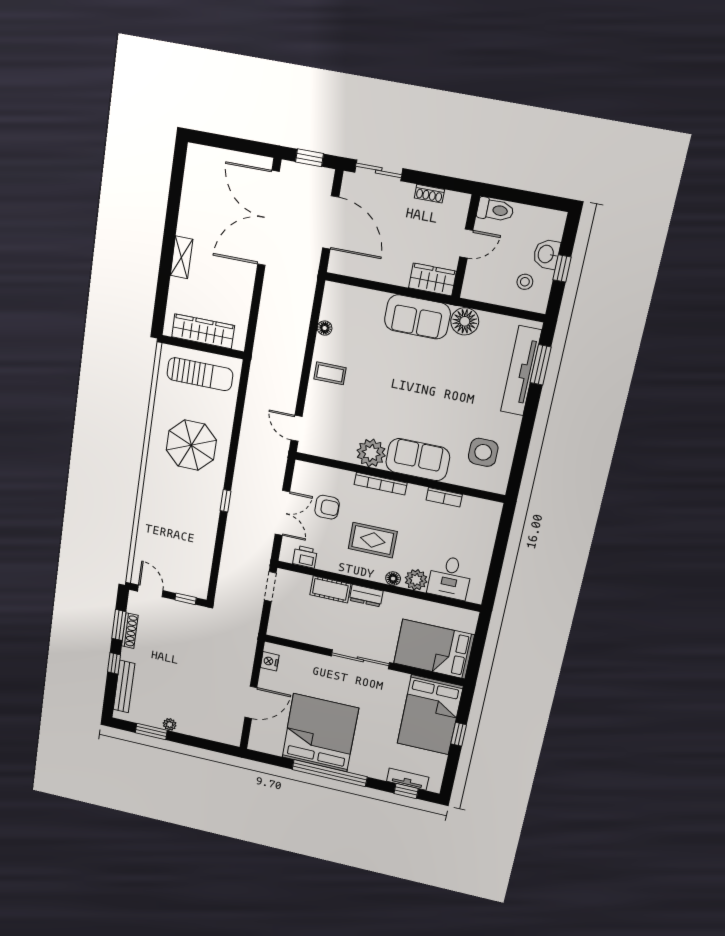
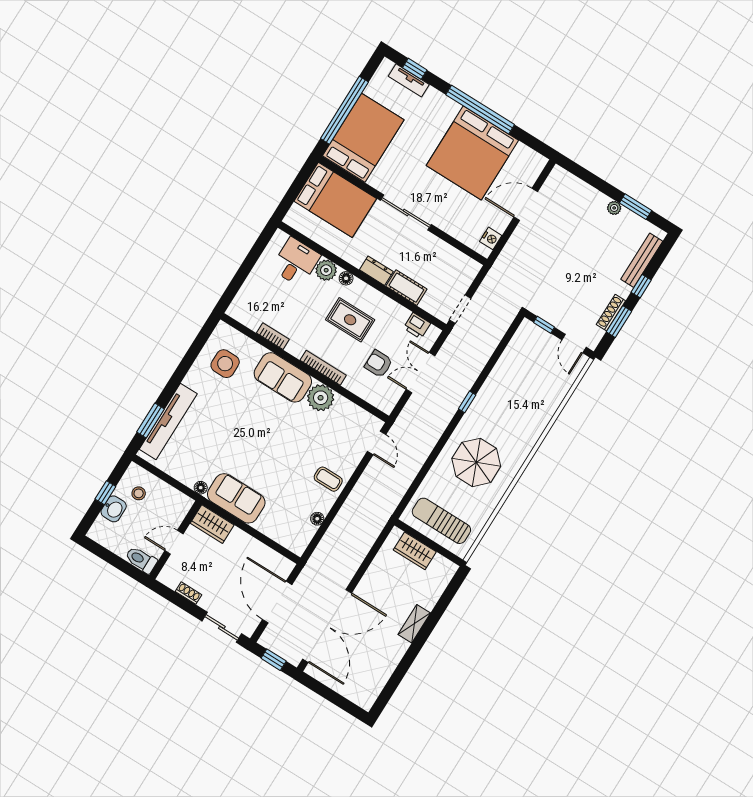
floor lamp: (465, 321) -> (201, 488), width x0.53, depth x0.53
wardrobe: (203, 331) -> (415, 551), width x0.67
window: (459, 734) -> (344, 110), width x3.17

